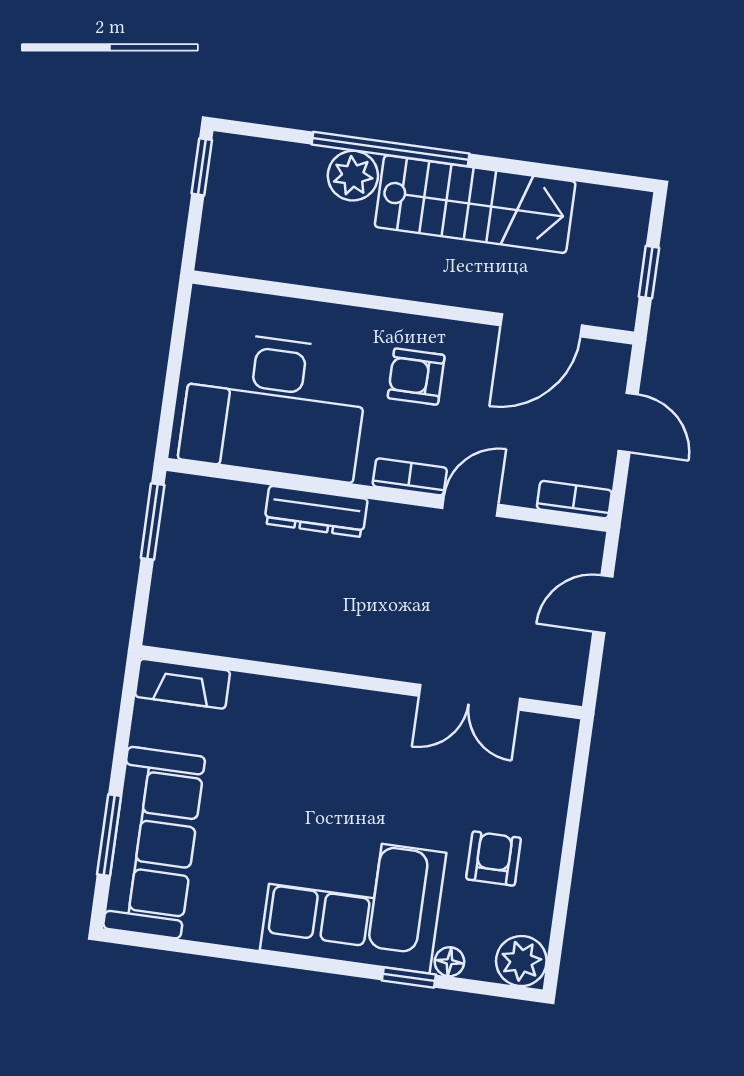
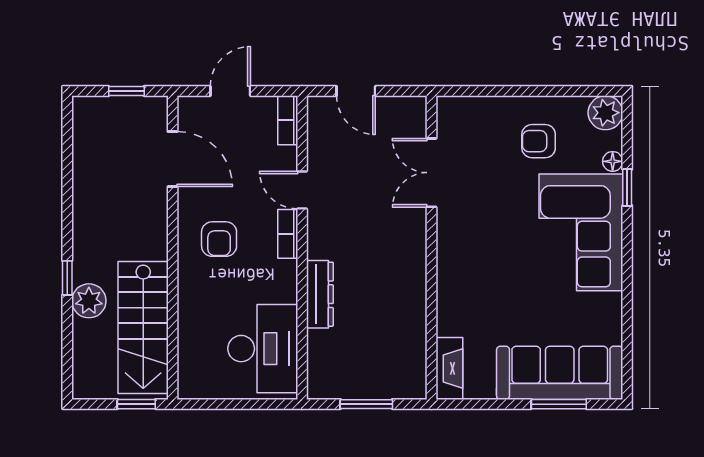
window: (391, 149) -> (67, 278), width x0.32
window: (202, 167) -> (136, 404), moved
stairs: (475, 204) -> (143, 328), moved, turned 180
desk: (274, 406) -> (263, 349), width x0.73, depth x0.77
window: (153, 521) -> (366, 404), moved
double door: (469, 697) -> (431, 173), swing flipped

